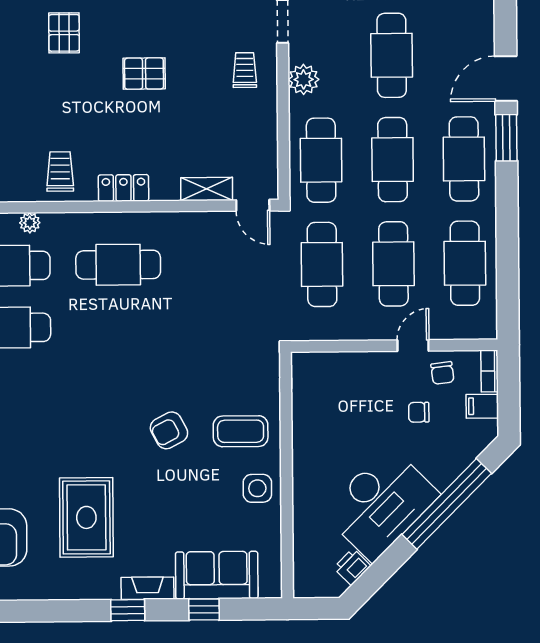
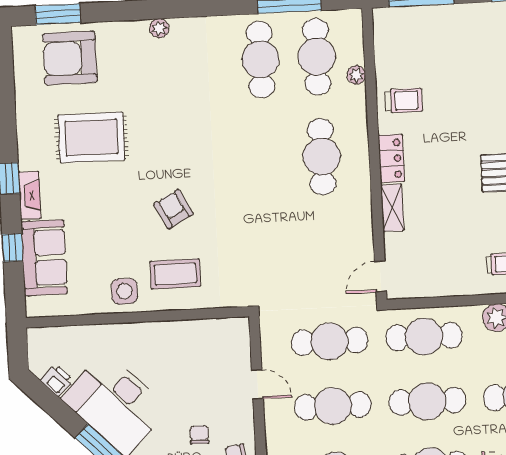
shelving: (207, 189) -> (392, 208), moved
door: (413, 346) -> (257, 384), moved
coffee table: (241, 431) -> (175, 274), turned 90

